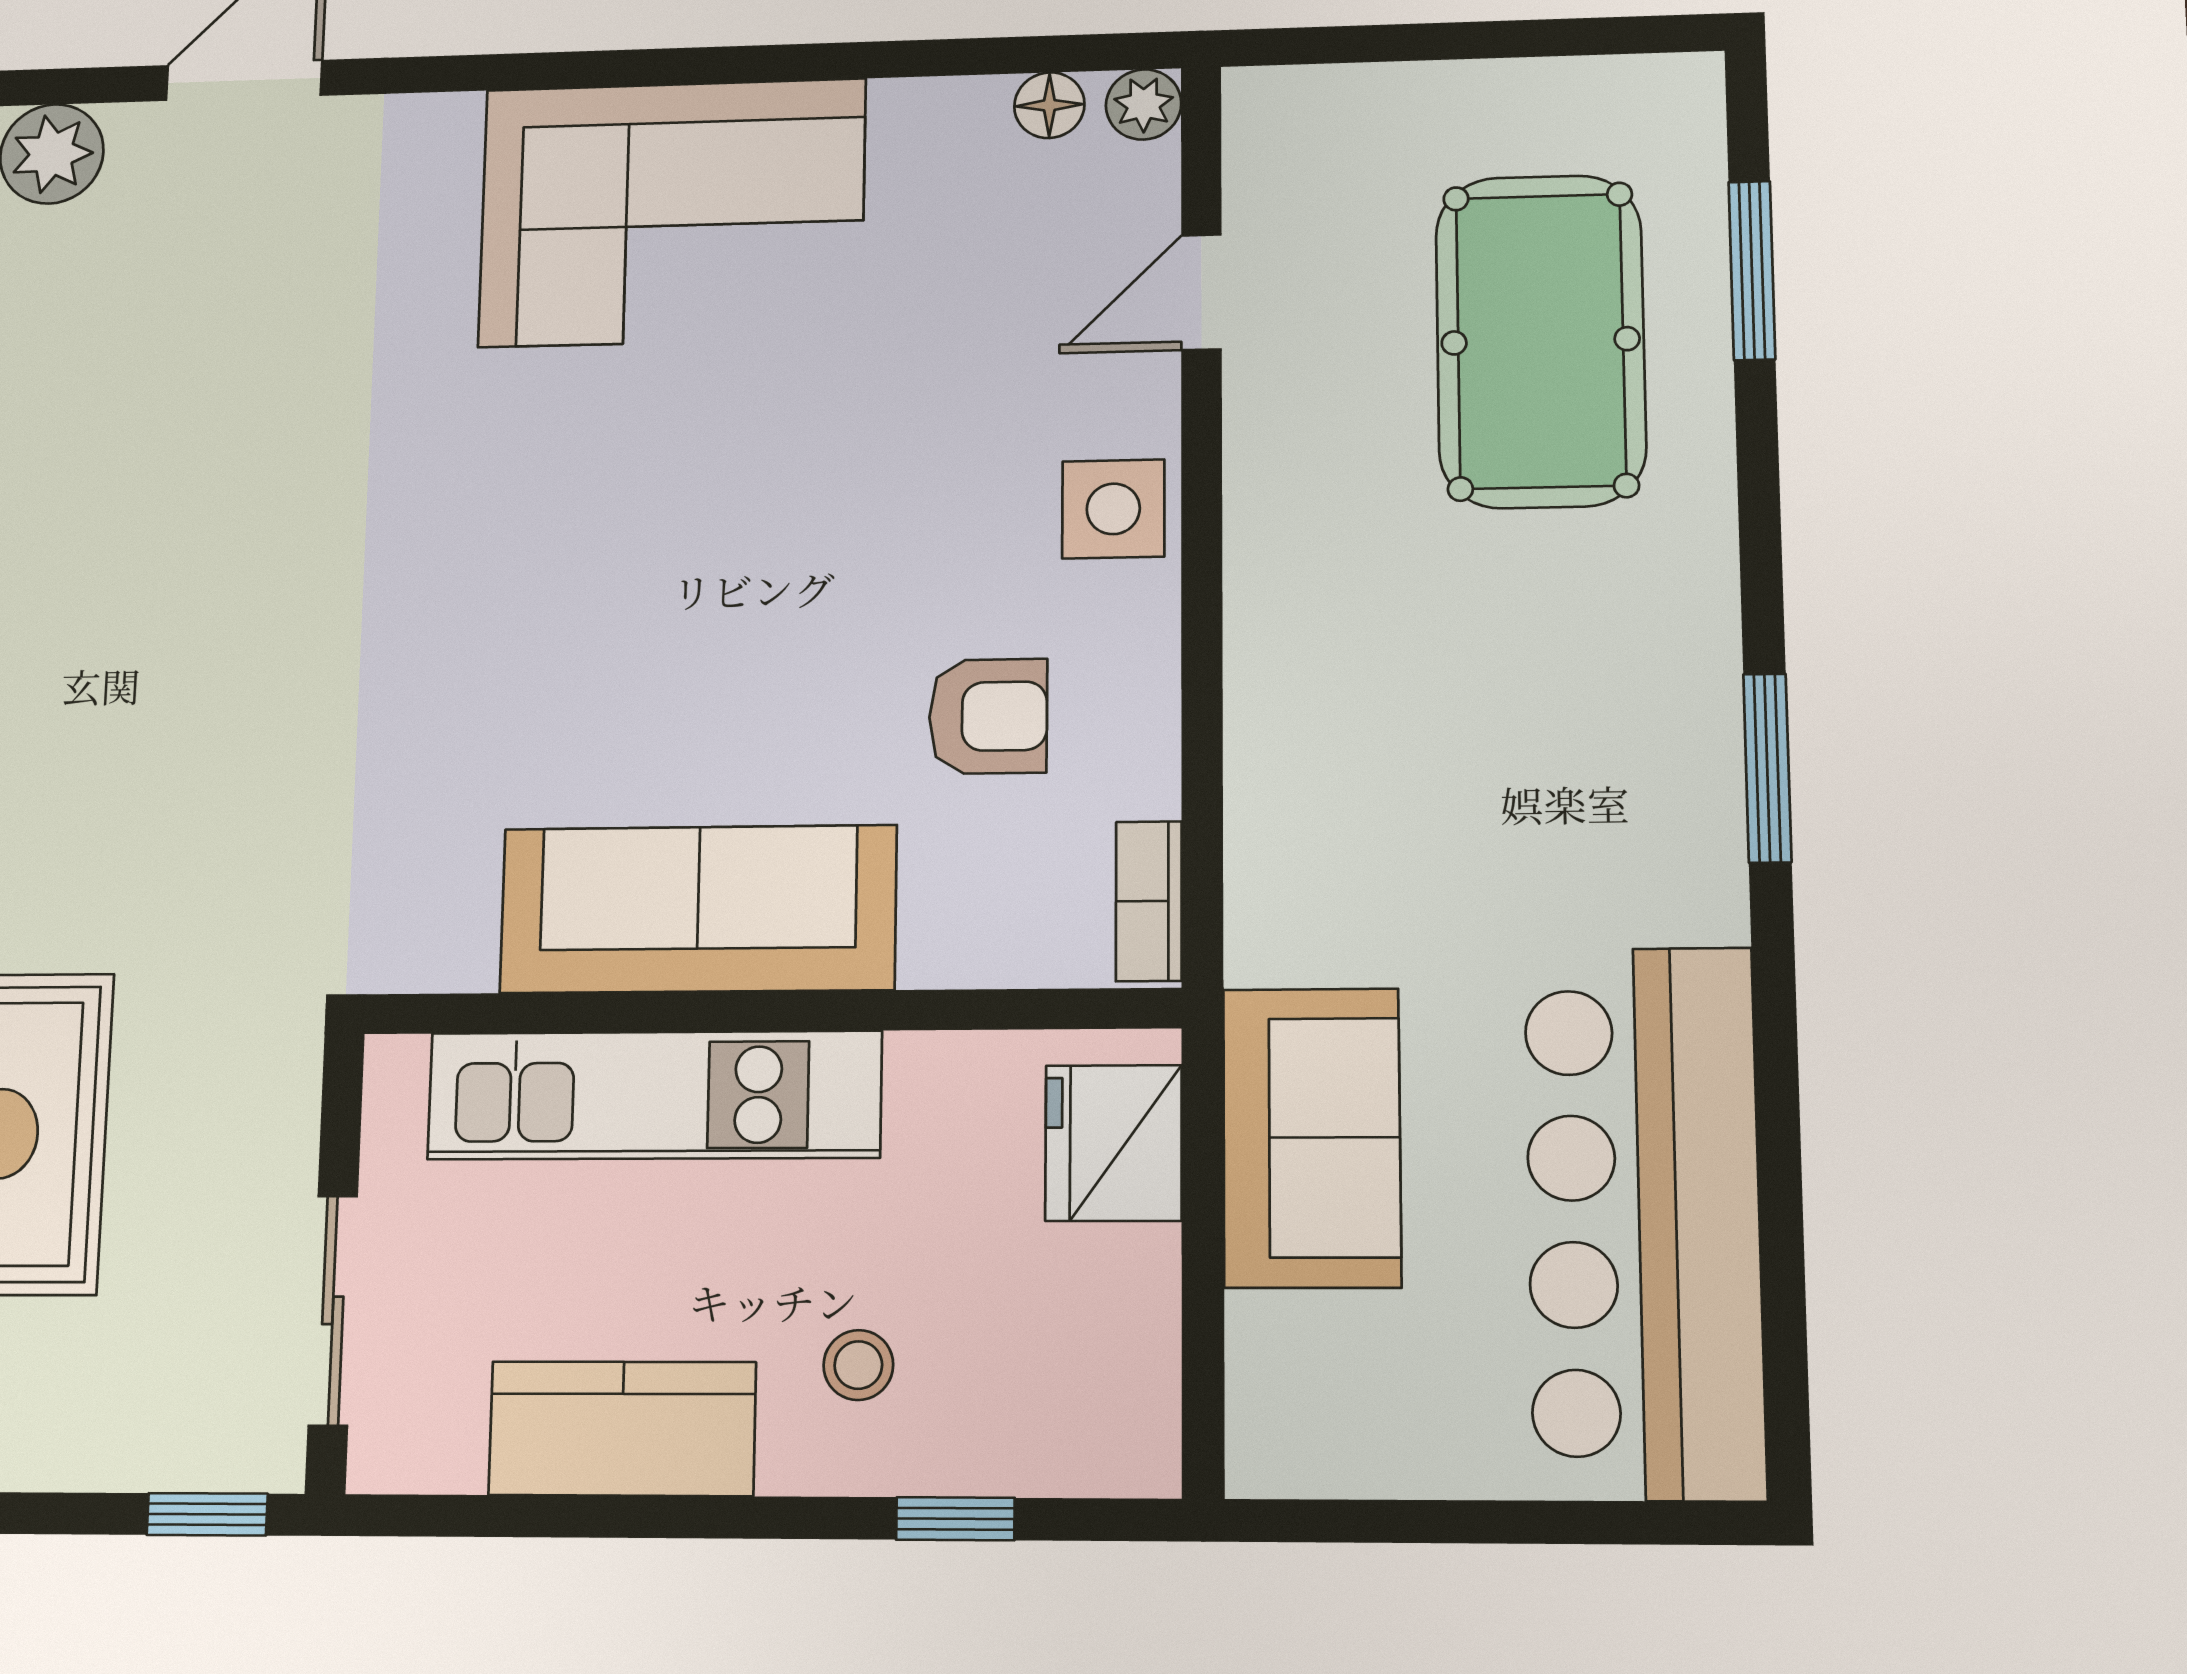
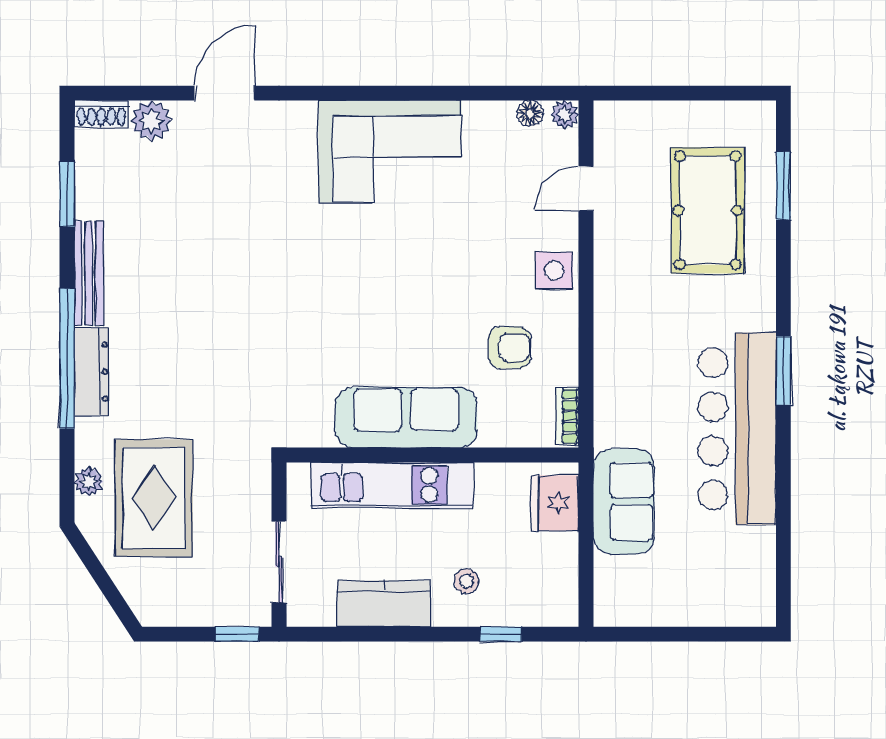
bar counter: (1644, 1221) -> (737, 429), moved

